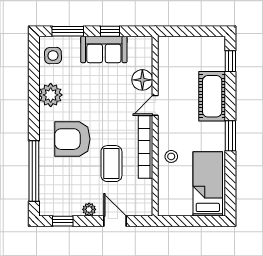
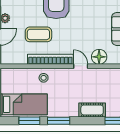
cot: (212, 96) -> (92, 110), width x0.73, depth x0.75
window: (230, 176) -> (29, 121), added

